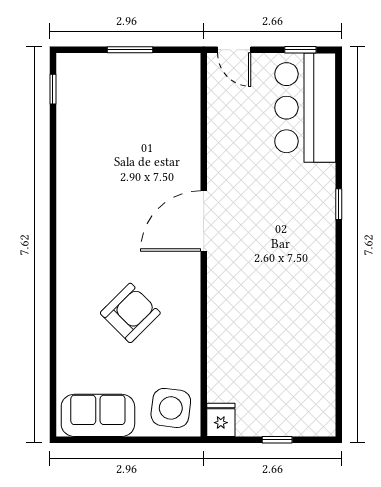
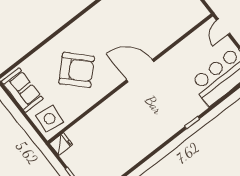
armchair: (130, 313) -> (77, 70), width x1.36, depth x1.36

